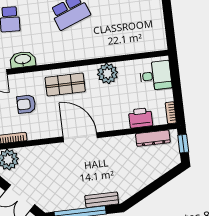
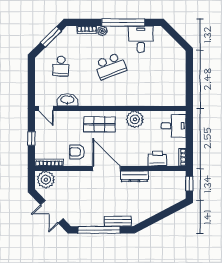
armchair: (26, 104) -> (77, 152), moved
dresser: (153, 138) -> (134, 176), moved

